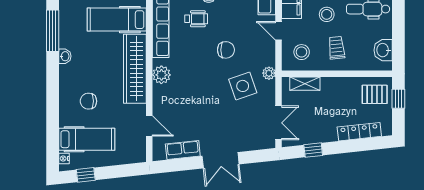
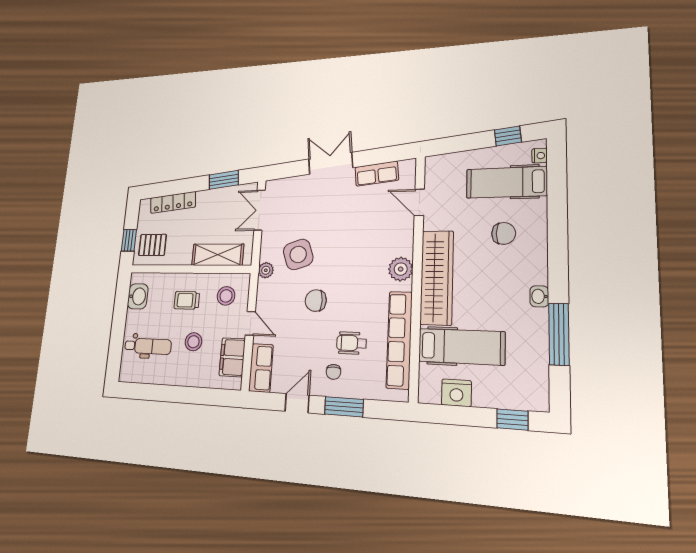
trolley: (336, 48) -> (187, 300), turned 96
shelving: (305, 84) -> (218, 255), width x1.50, depth x1.33
window: (313, 150) -> (224, 180), width x1.50

